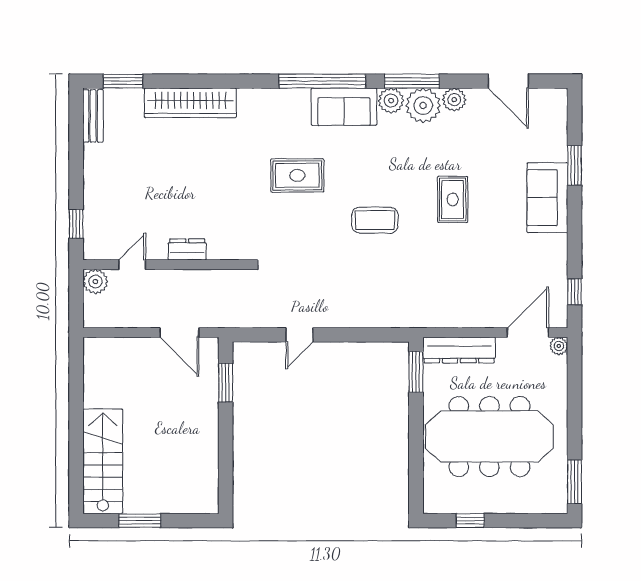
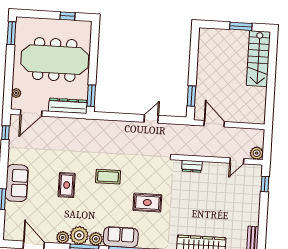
dresser: (187, 249) -> (192, 166), moved
plant: (559, 346) -> (16, 93), moved

